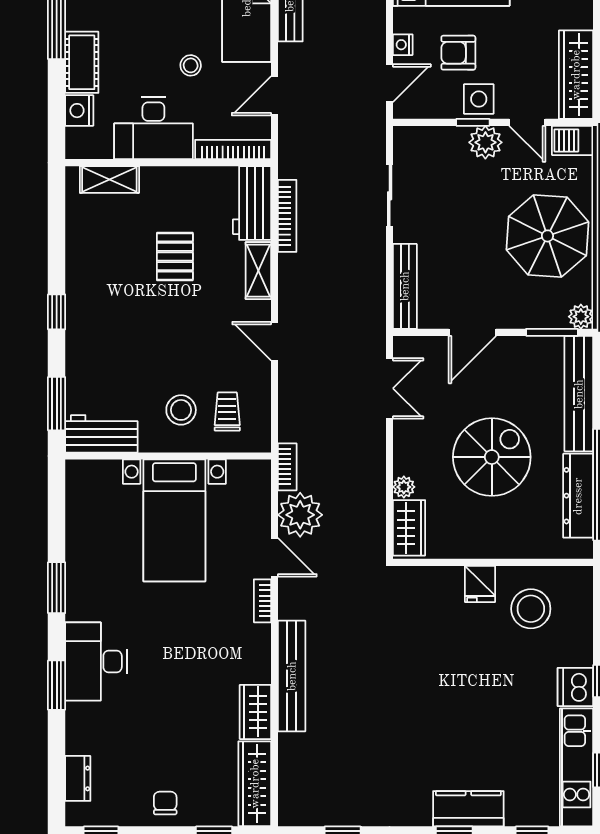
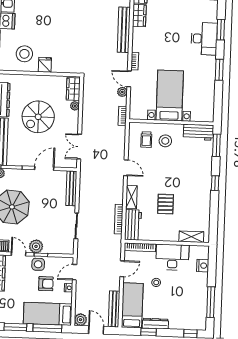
cot: (82, 62) -> (201, 285), removed
plant: (300, 515) -> (122, 92), width x0.53, depth x0.53

